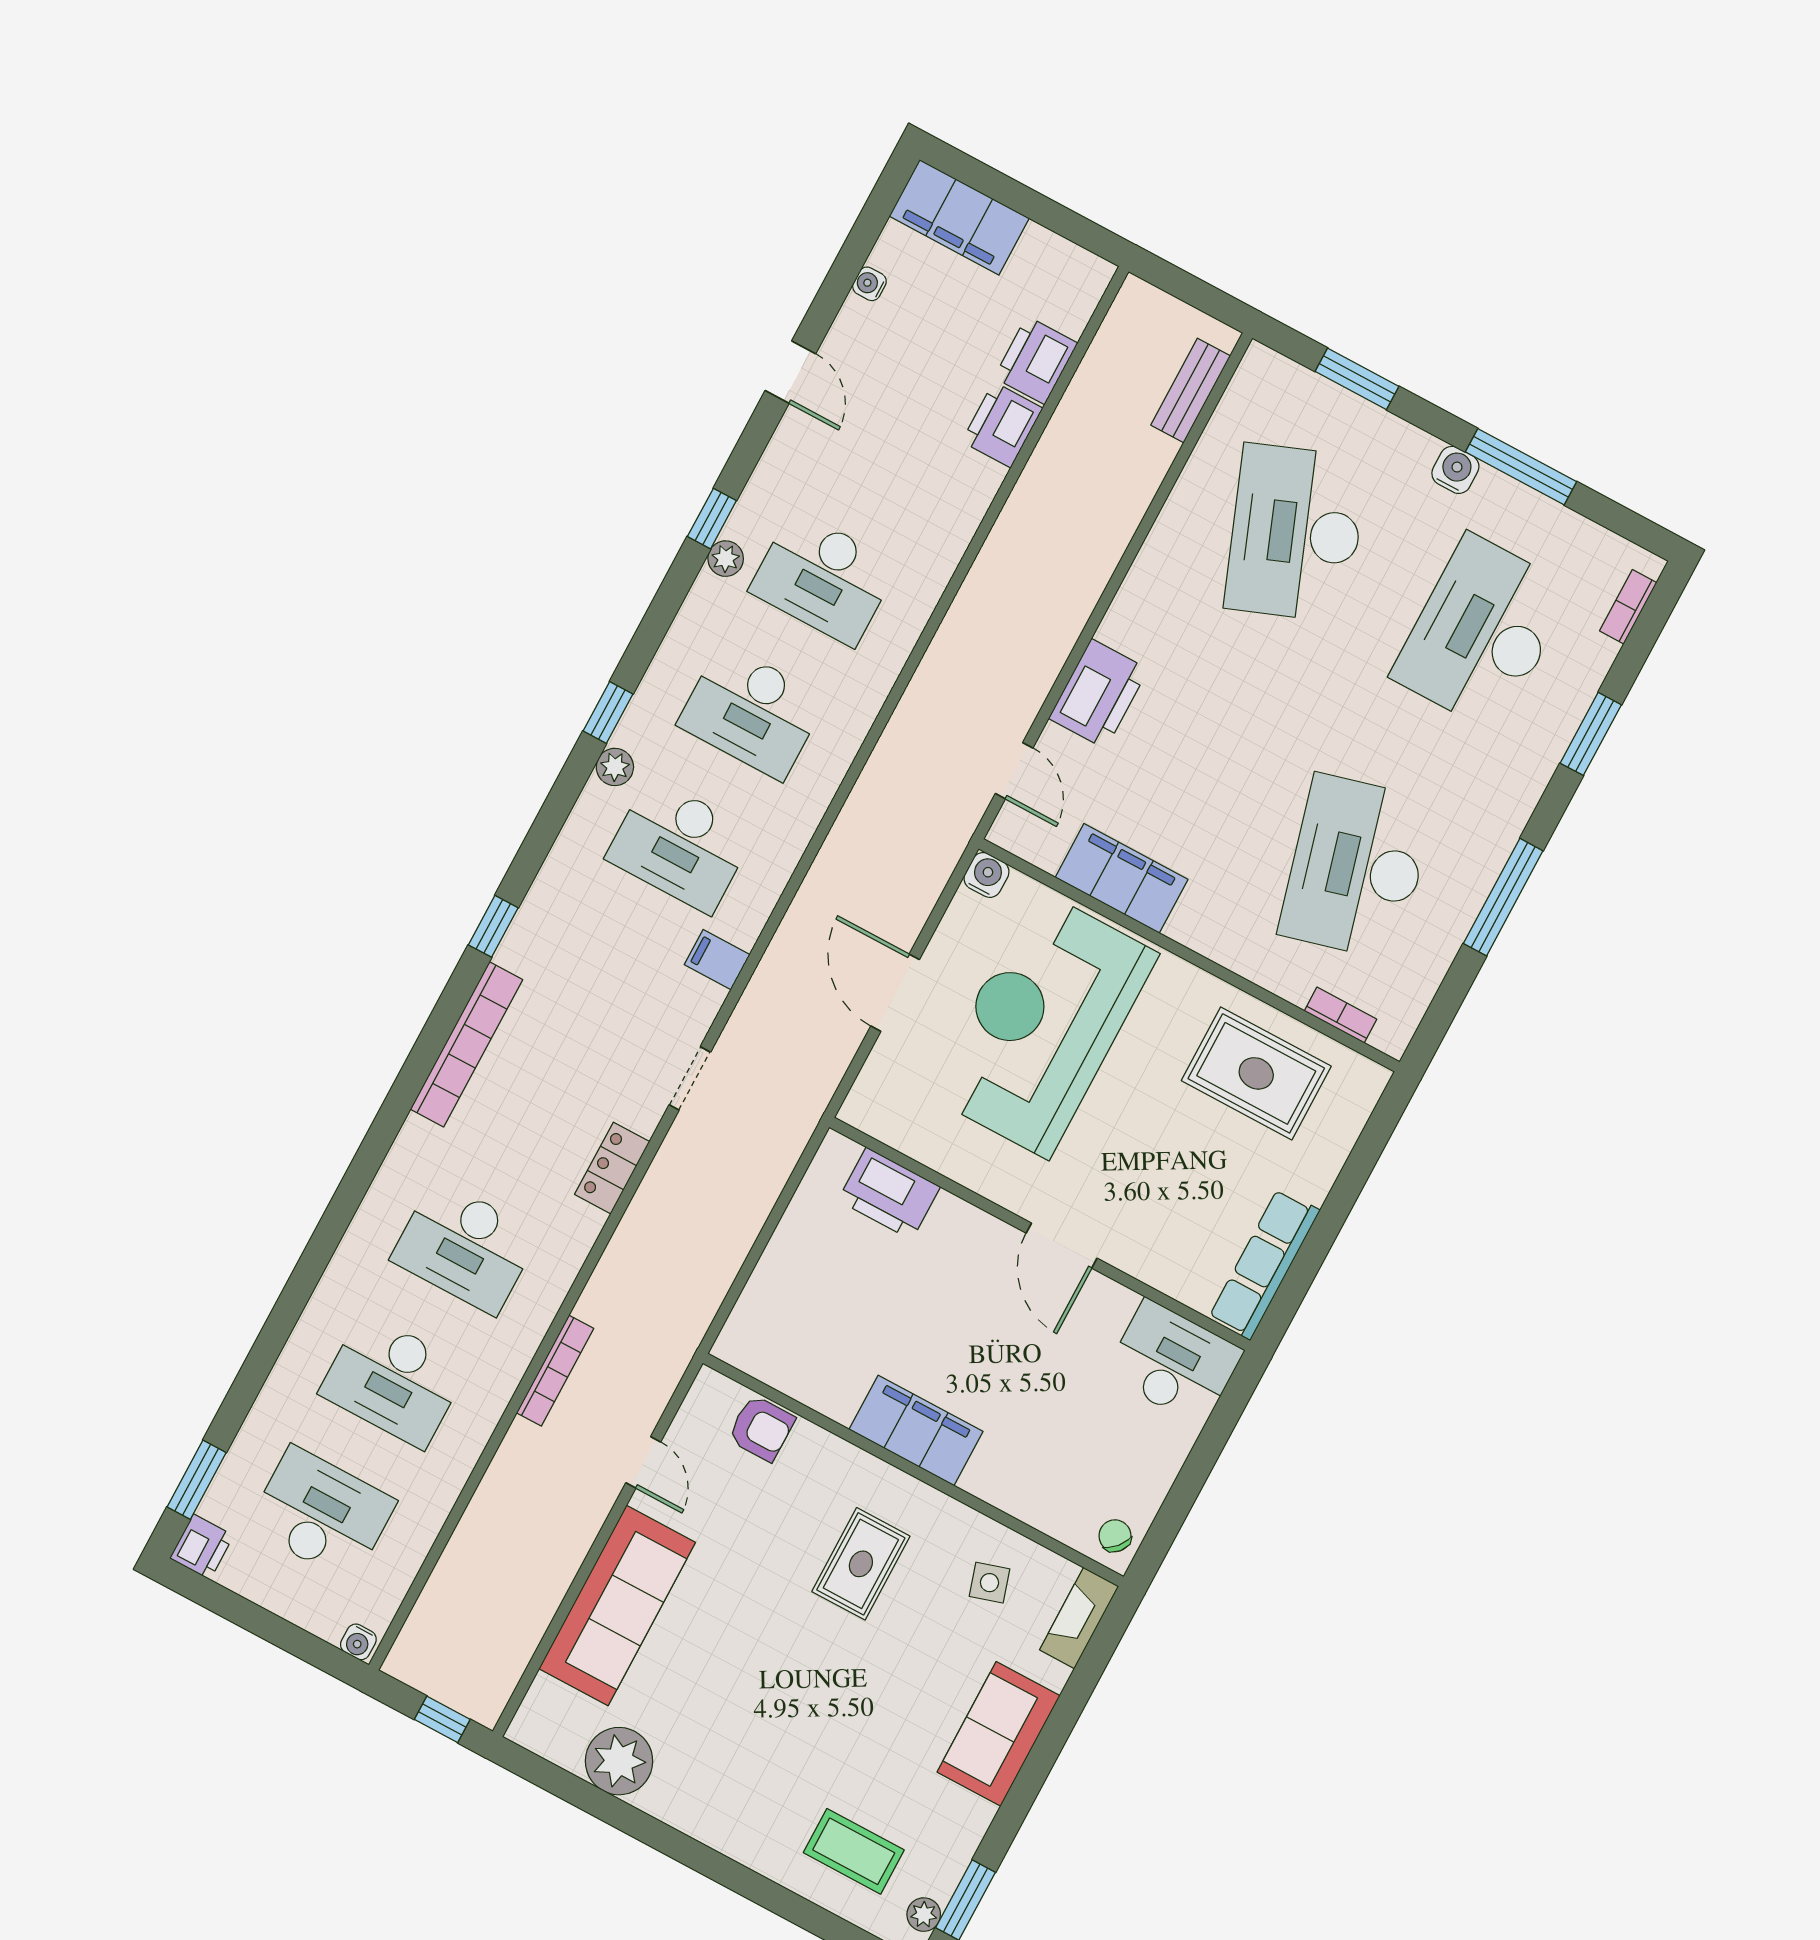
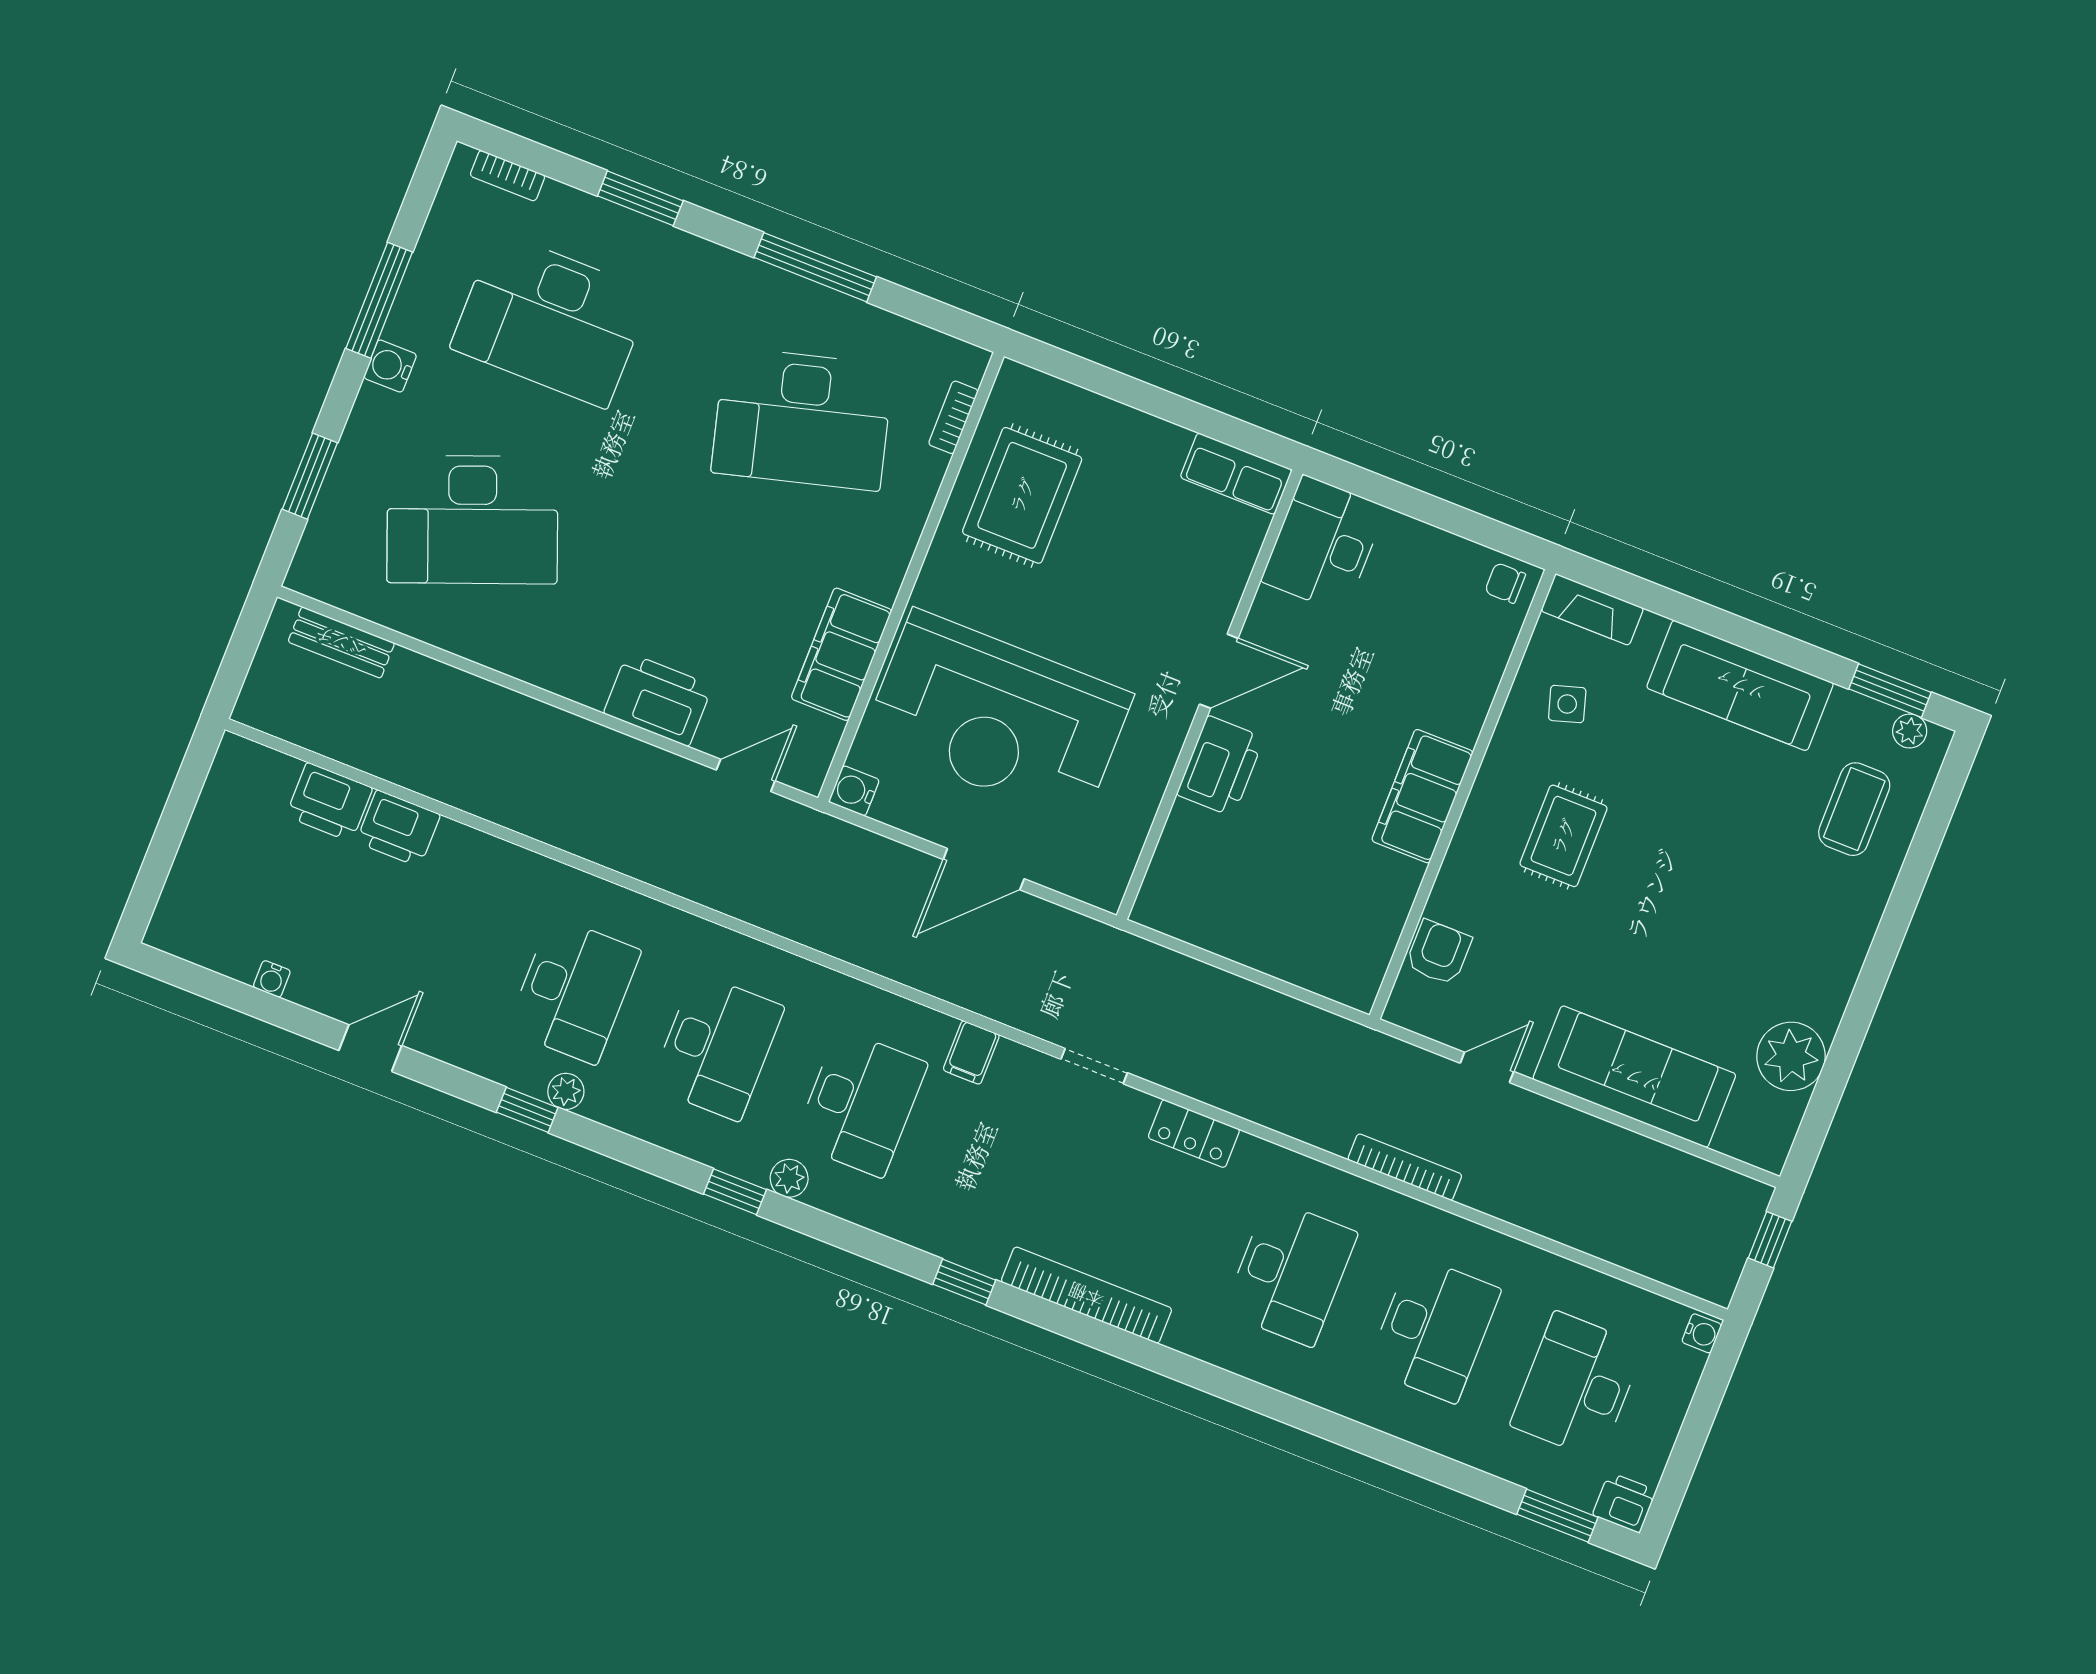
filing cabinet: (959, 217) -> (194, 896), removed
printer: (889, 1194) -> (1220, 766), moved
row of seats: (1264, 1264) -> (1236, 474), width x0.68
chair: (1115, 1536) -> (1505, 583), turned 49
rug: (861, 1564) -> (1563, 836), turned 90
sofa: (998, 1734) -> (1740, 685), width x1.36

